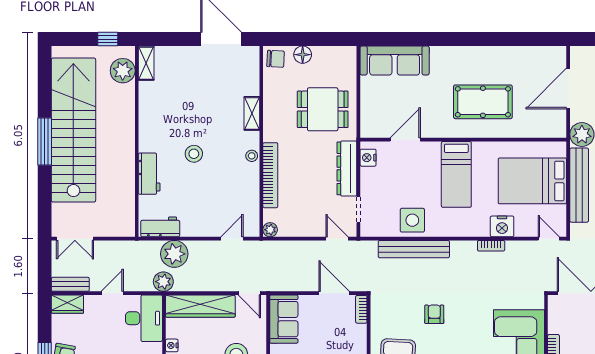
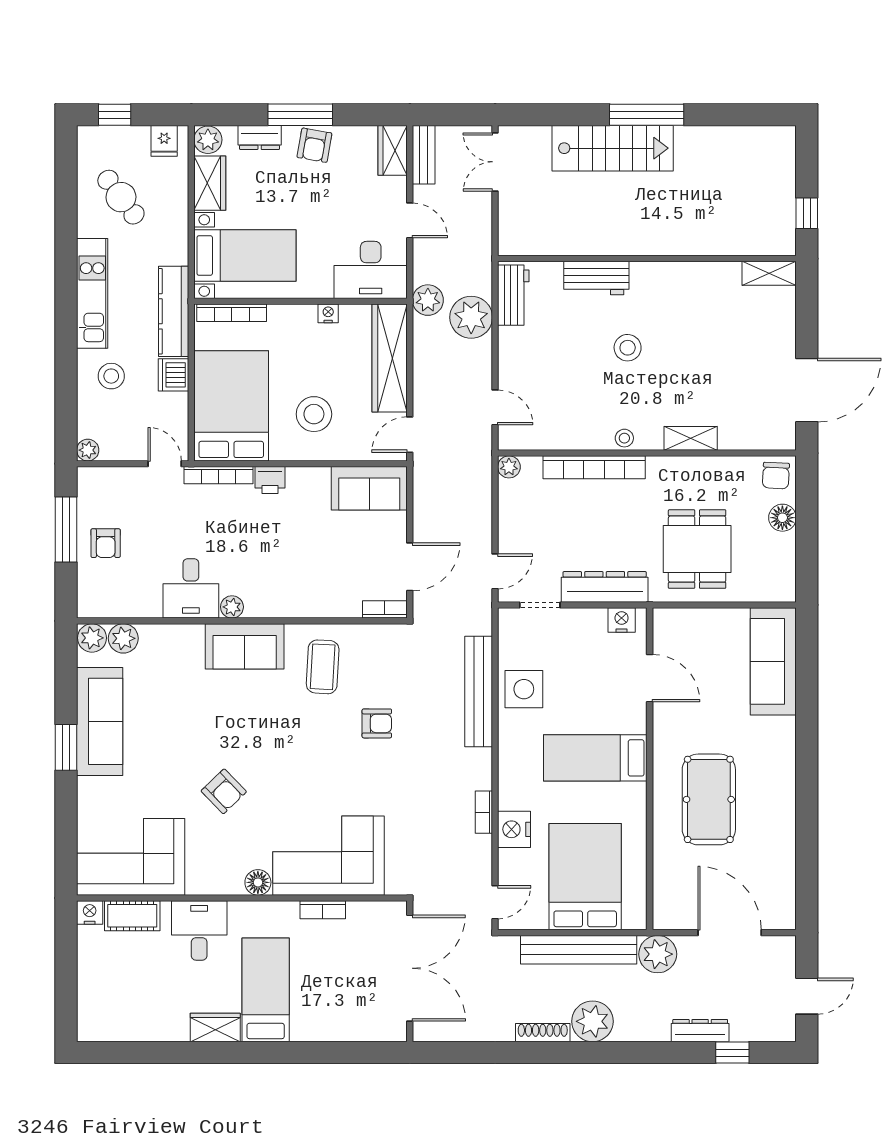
plant: (123, 71) -> (757, 237), removed
stairs: (73, 130) -> (613, 148), width x0.54, depth x0.66

